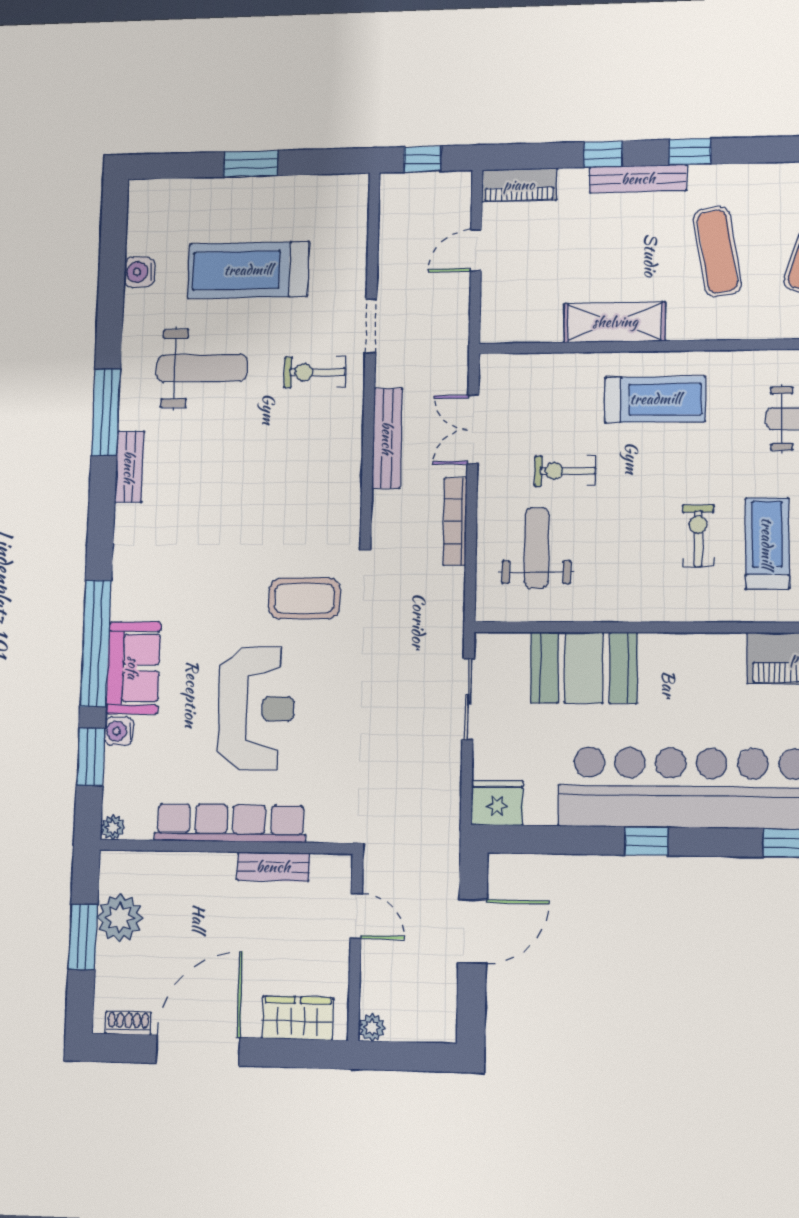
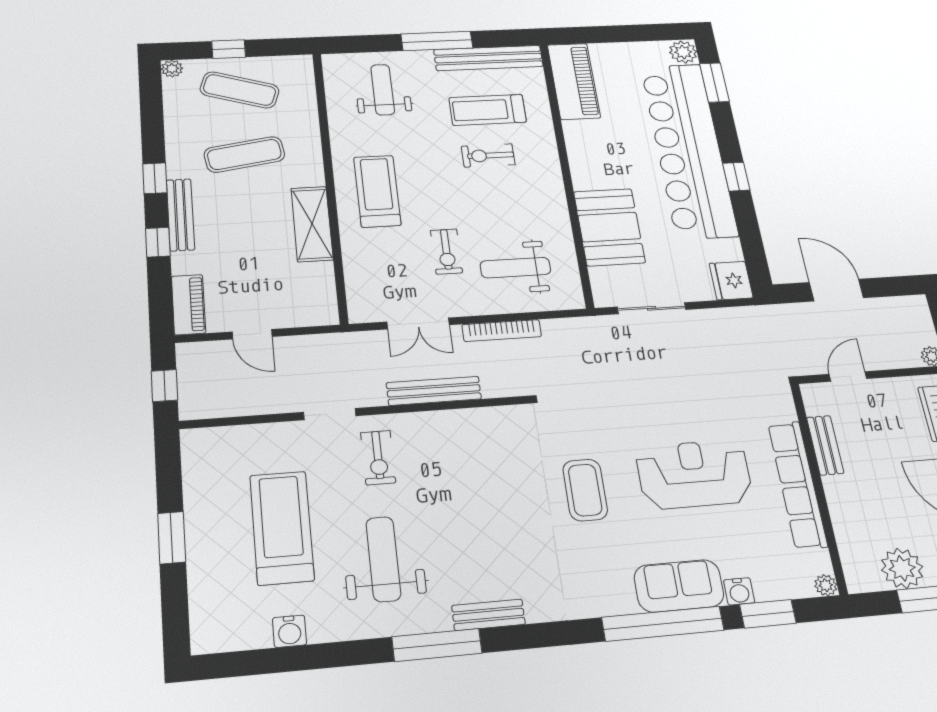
treadmill: (248, 270) -> (282, 528), turned 180
coffee table: (304, 598) -> (585, 490), moved

